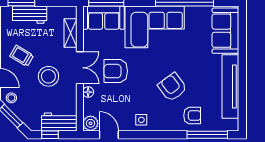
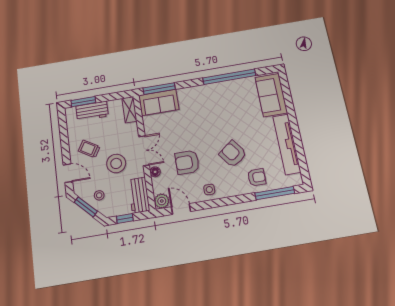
corner sofa: (155, 27) -> (206, 103), removed
shelving: (71, 33) -> (129, 110), moved
armchair: (116, 71) -> (187, 162), moved
stool: (11, 98) -> (99, 195), moved
workbench: (59, 122) -> (139, 195), moved, turned -90

